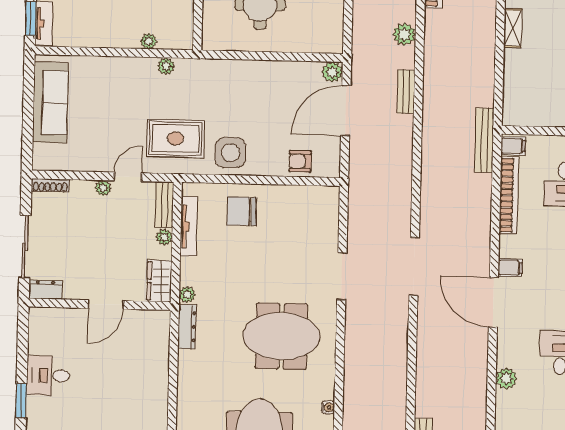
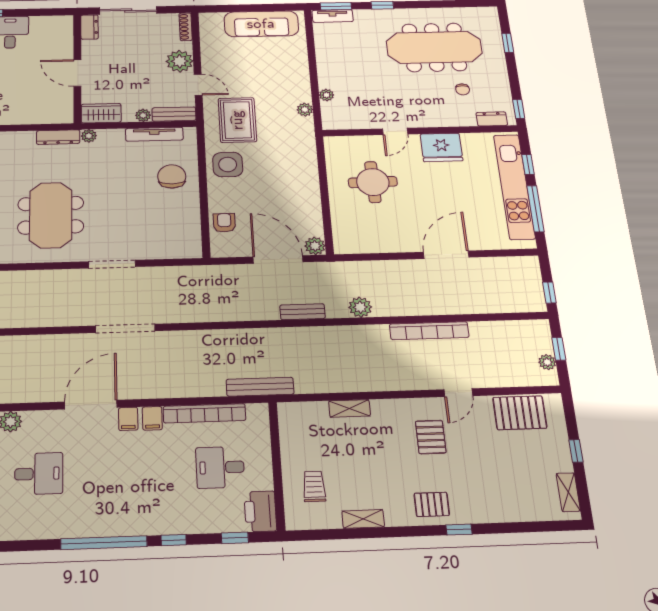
shelving: (513, 28) -> (350, 408), moved
filing cabinet: (513, 146) -> (152, 418), moved
plant: (103, 188) -> (180, 61), width x1.88, depth x1.88

